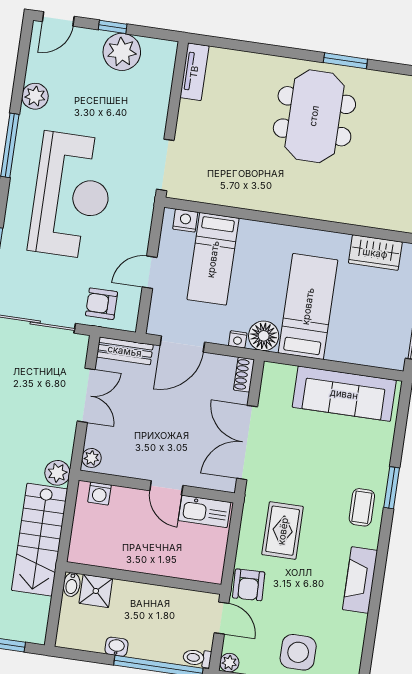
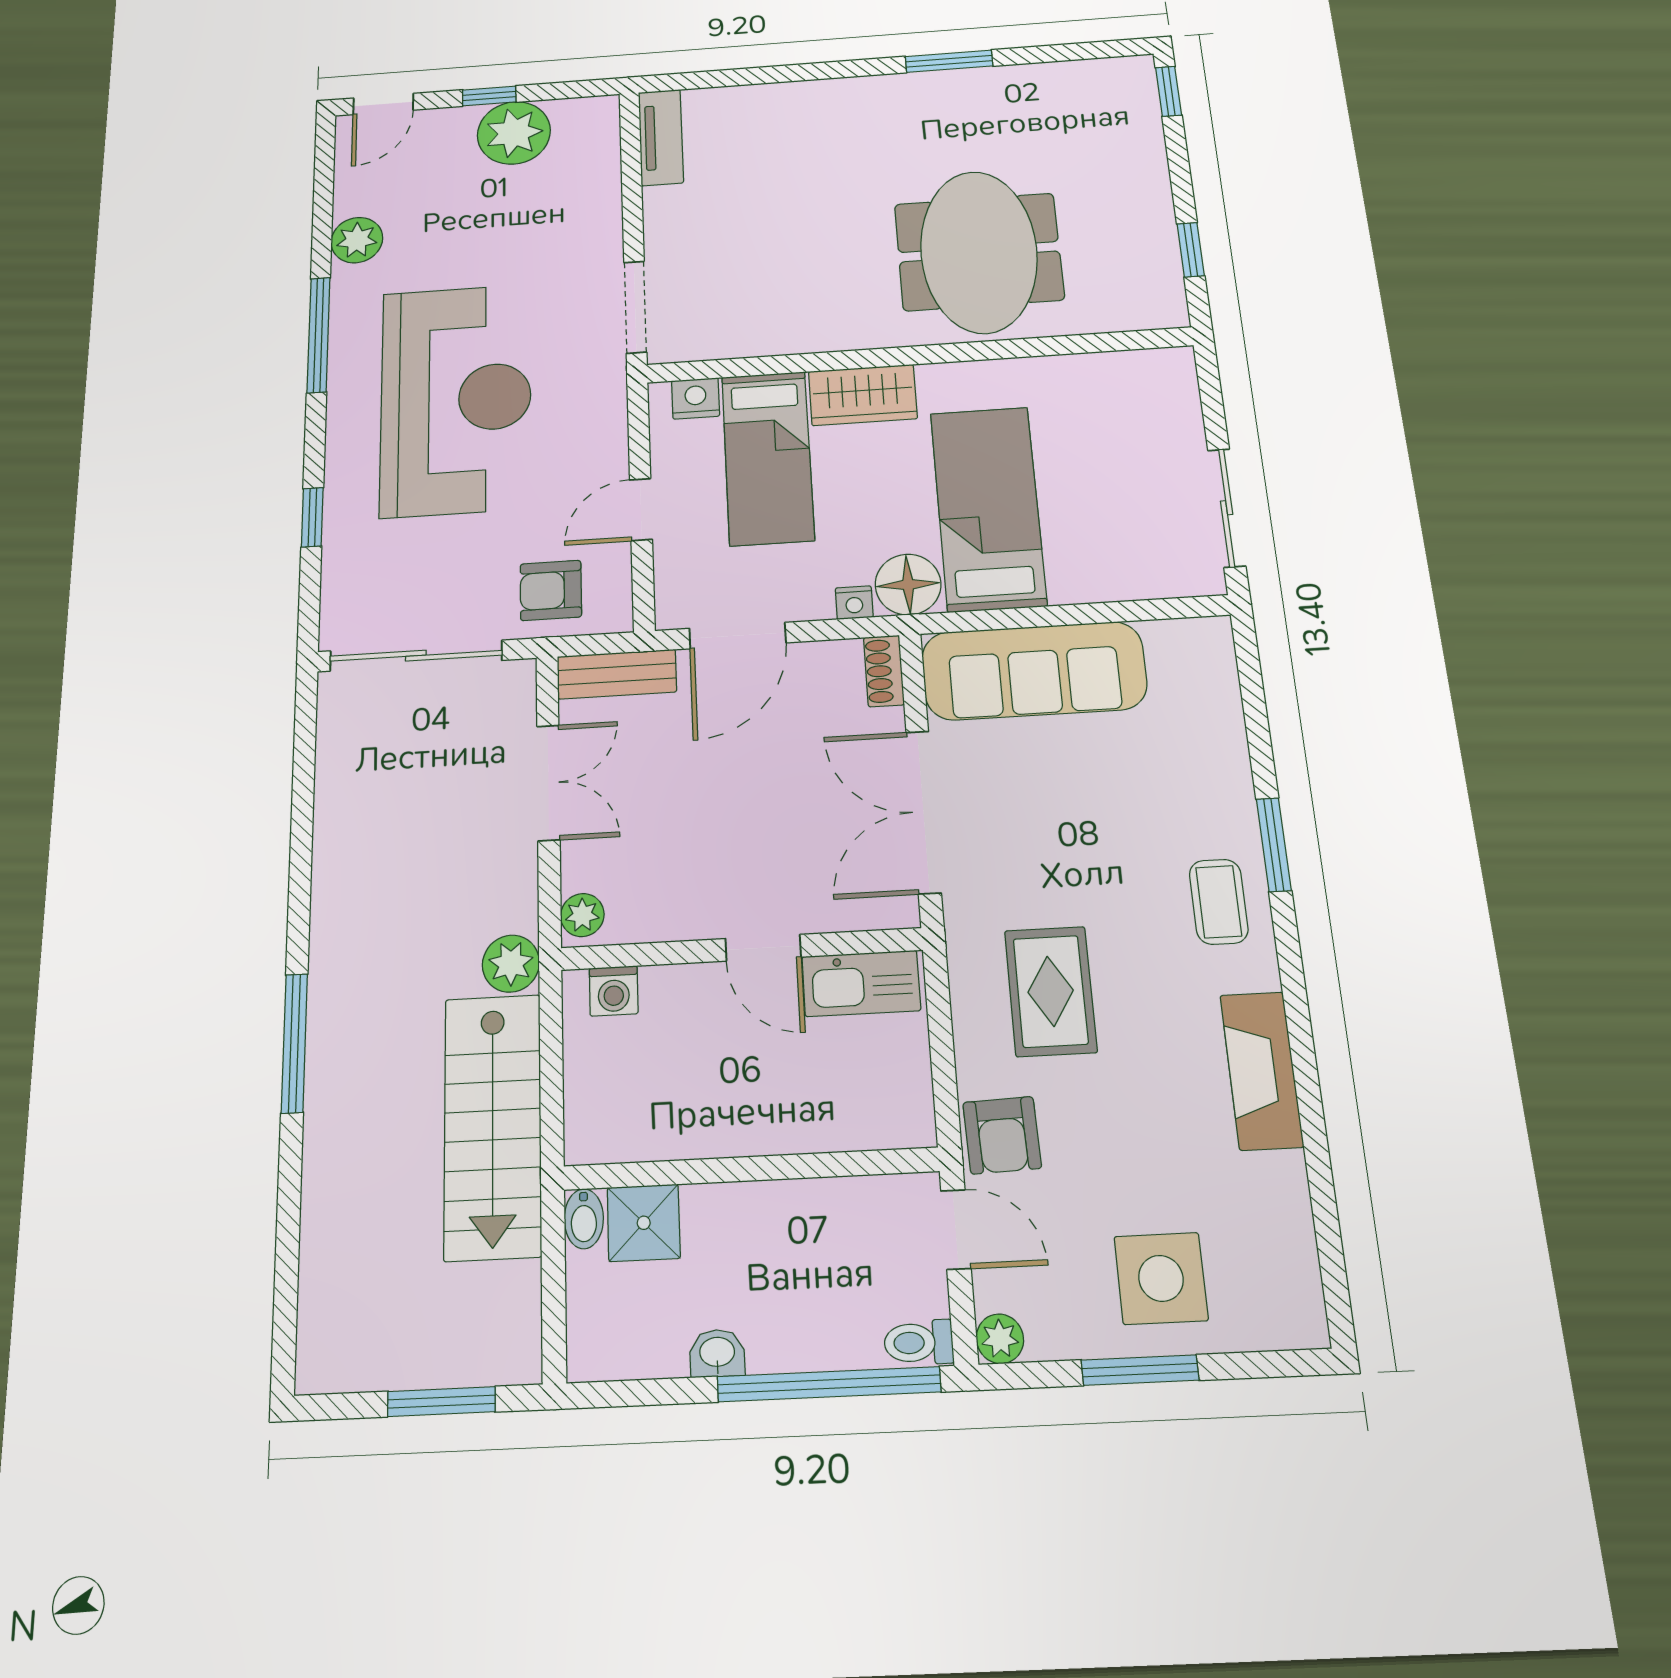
meeting table: (314, 116) -> (979, 252), moved
wardrobe: (375, 253) -> (863, 395), moved
sofa: (344, 394) -> (1034, 671), moved

